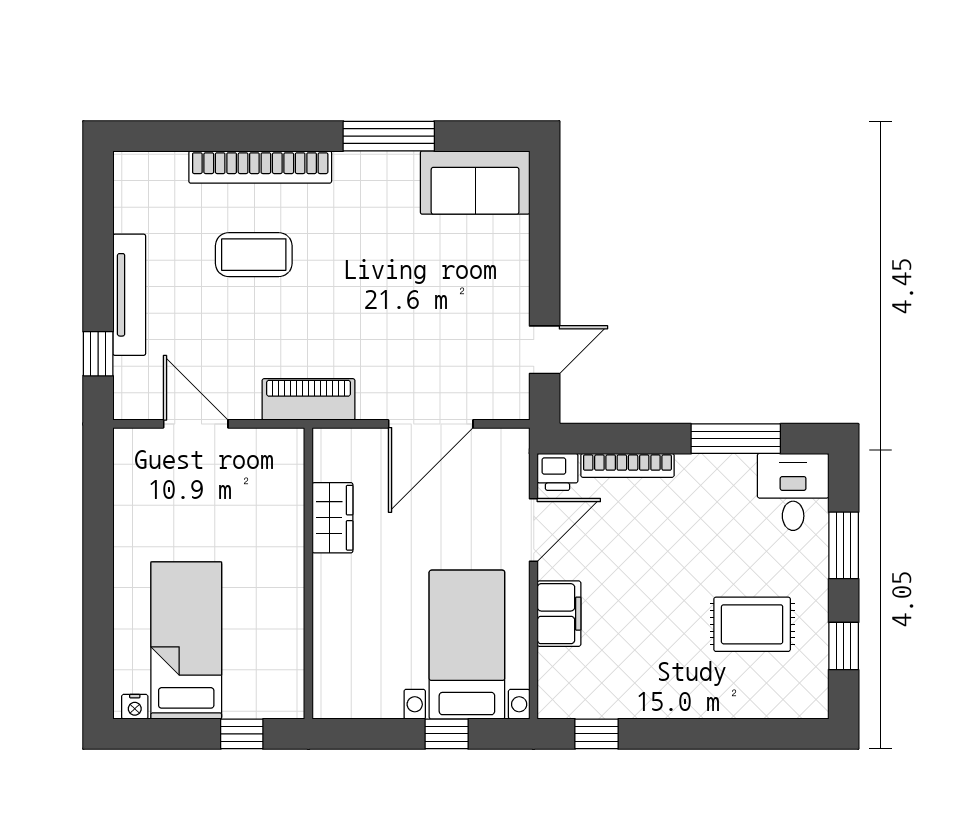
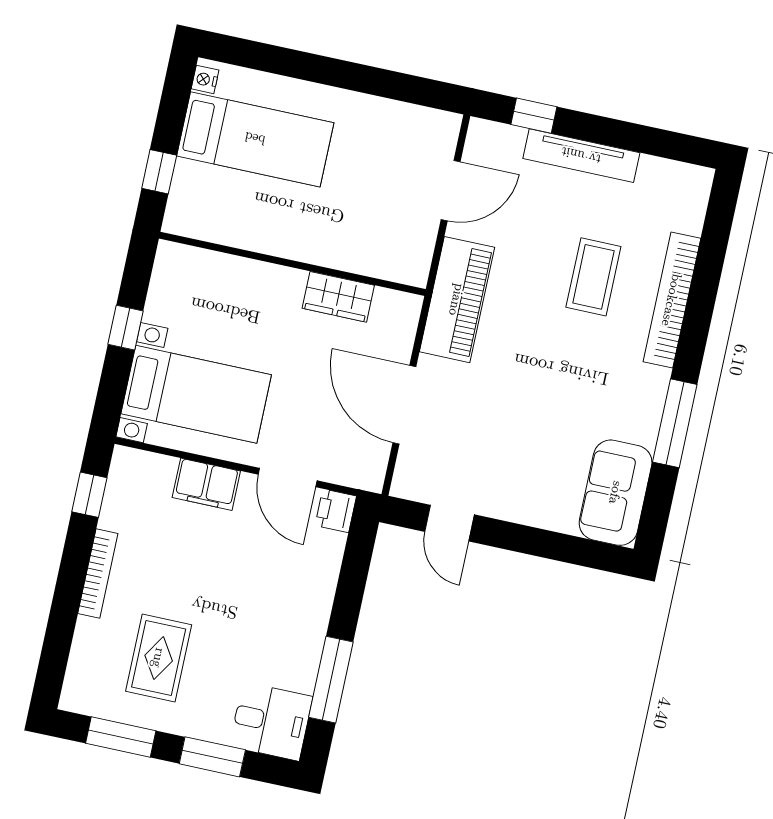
piano: (308, 399) -> (457, 300), width x1.37, depth x1.33
bookcase: (627, 465) -> (98, 573), moved, turned 180
window: (844, 646) -> (121, 737), width x1.50
window: (447, 734) -> (125, 328), moved

